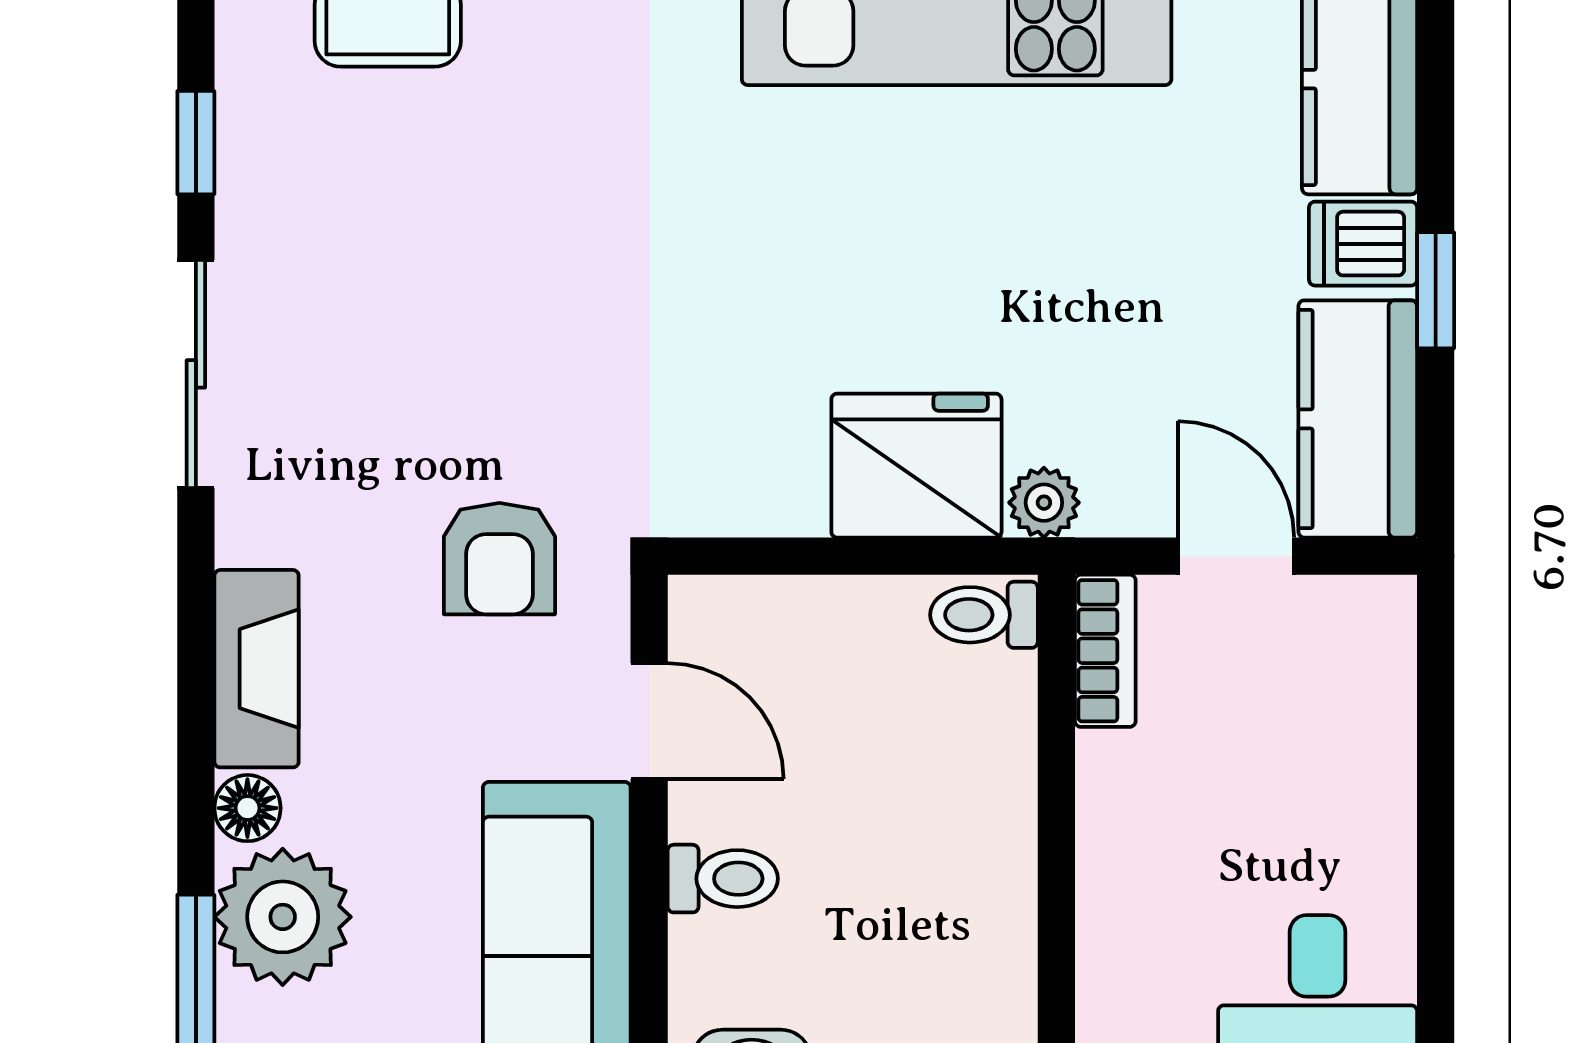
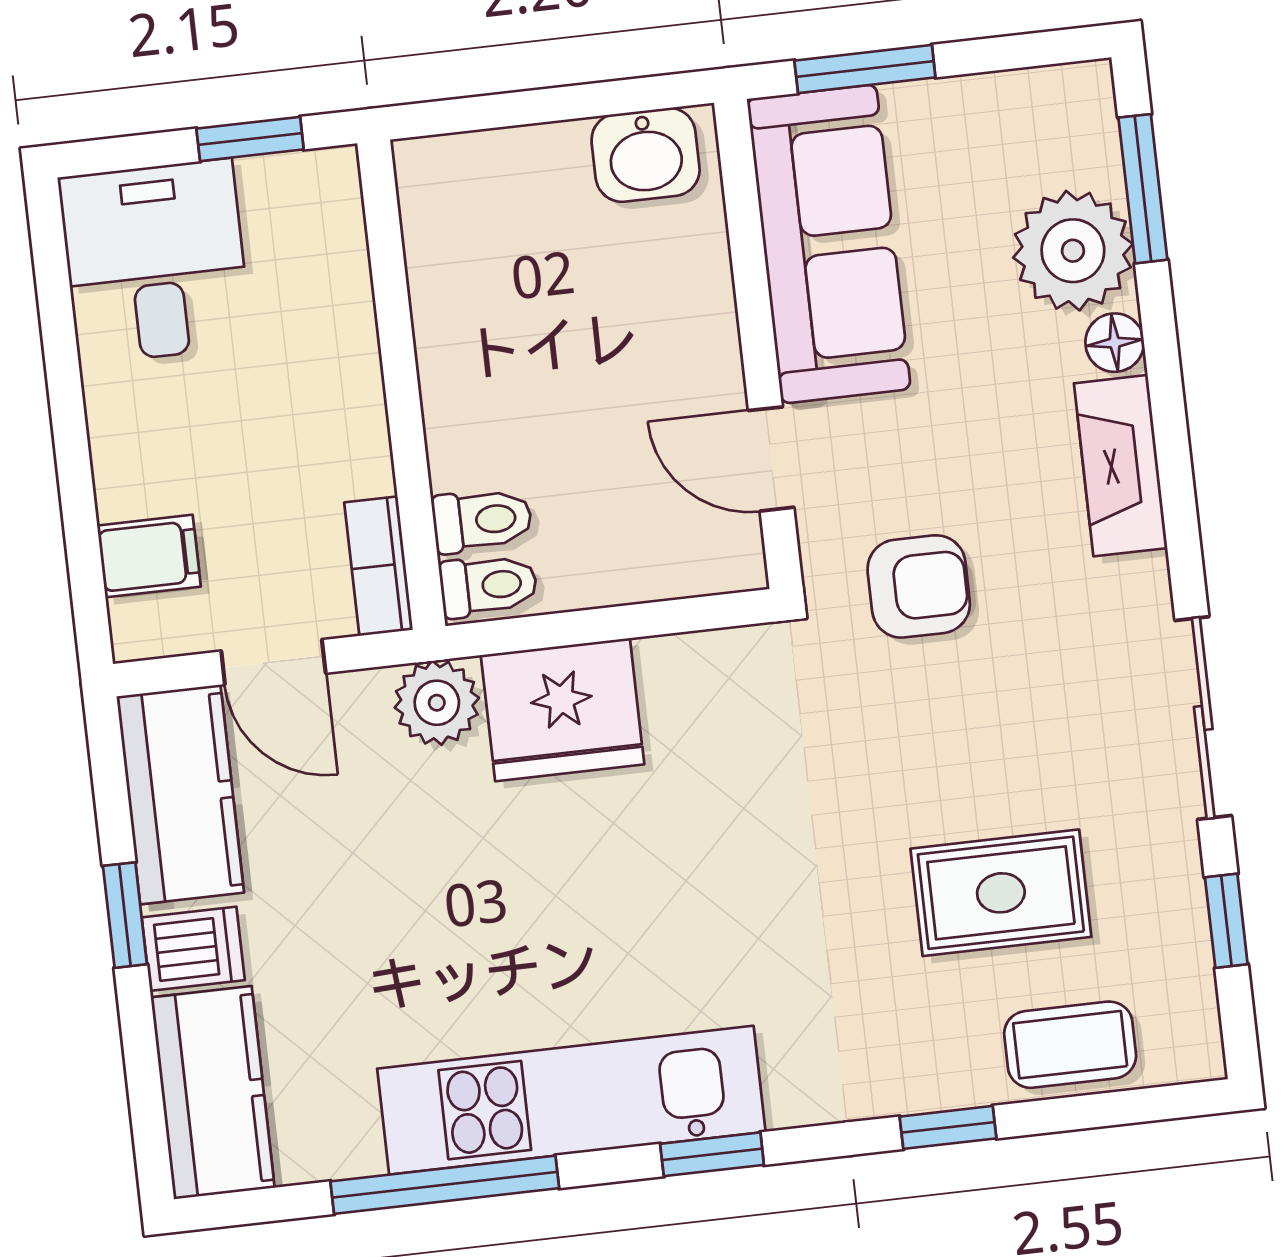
rug: (446, 203) -> (1001, 893), added
plant: (1044, 503) -> (437, 703), width x1.38, depth x1.38
armchair: (499, 559) -> (919, 586), turned 90
filing cabinet: (1362, 692) -> (149, 556), added
toilet: (723, 879) -> (482, 520), moved, turned 180

